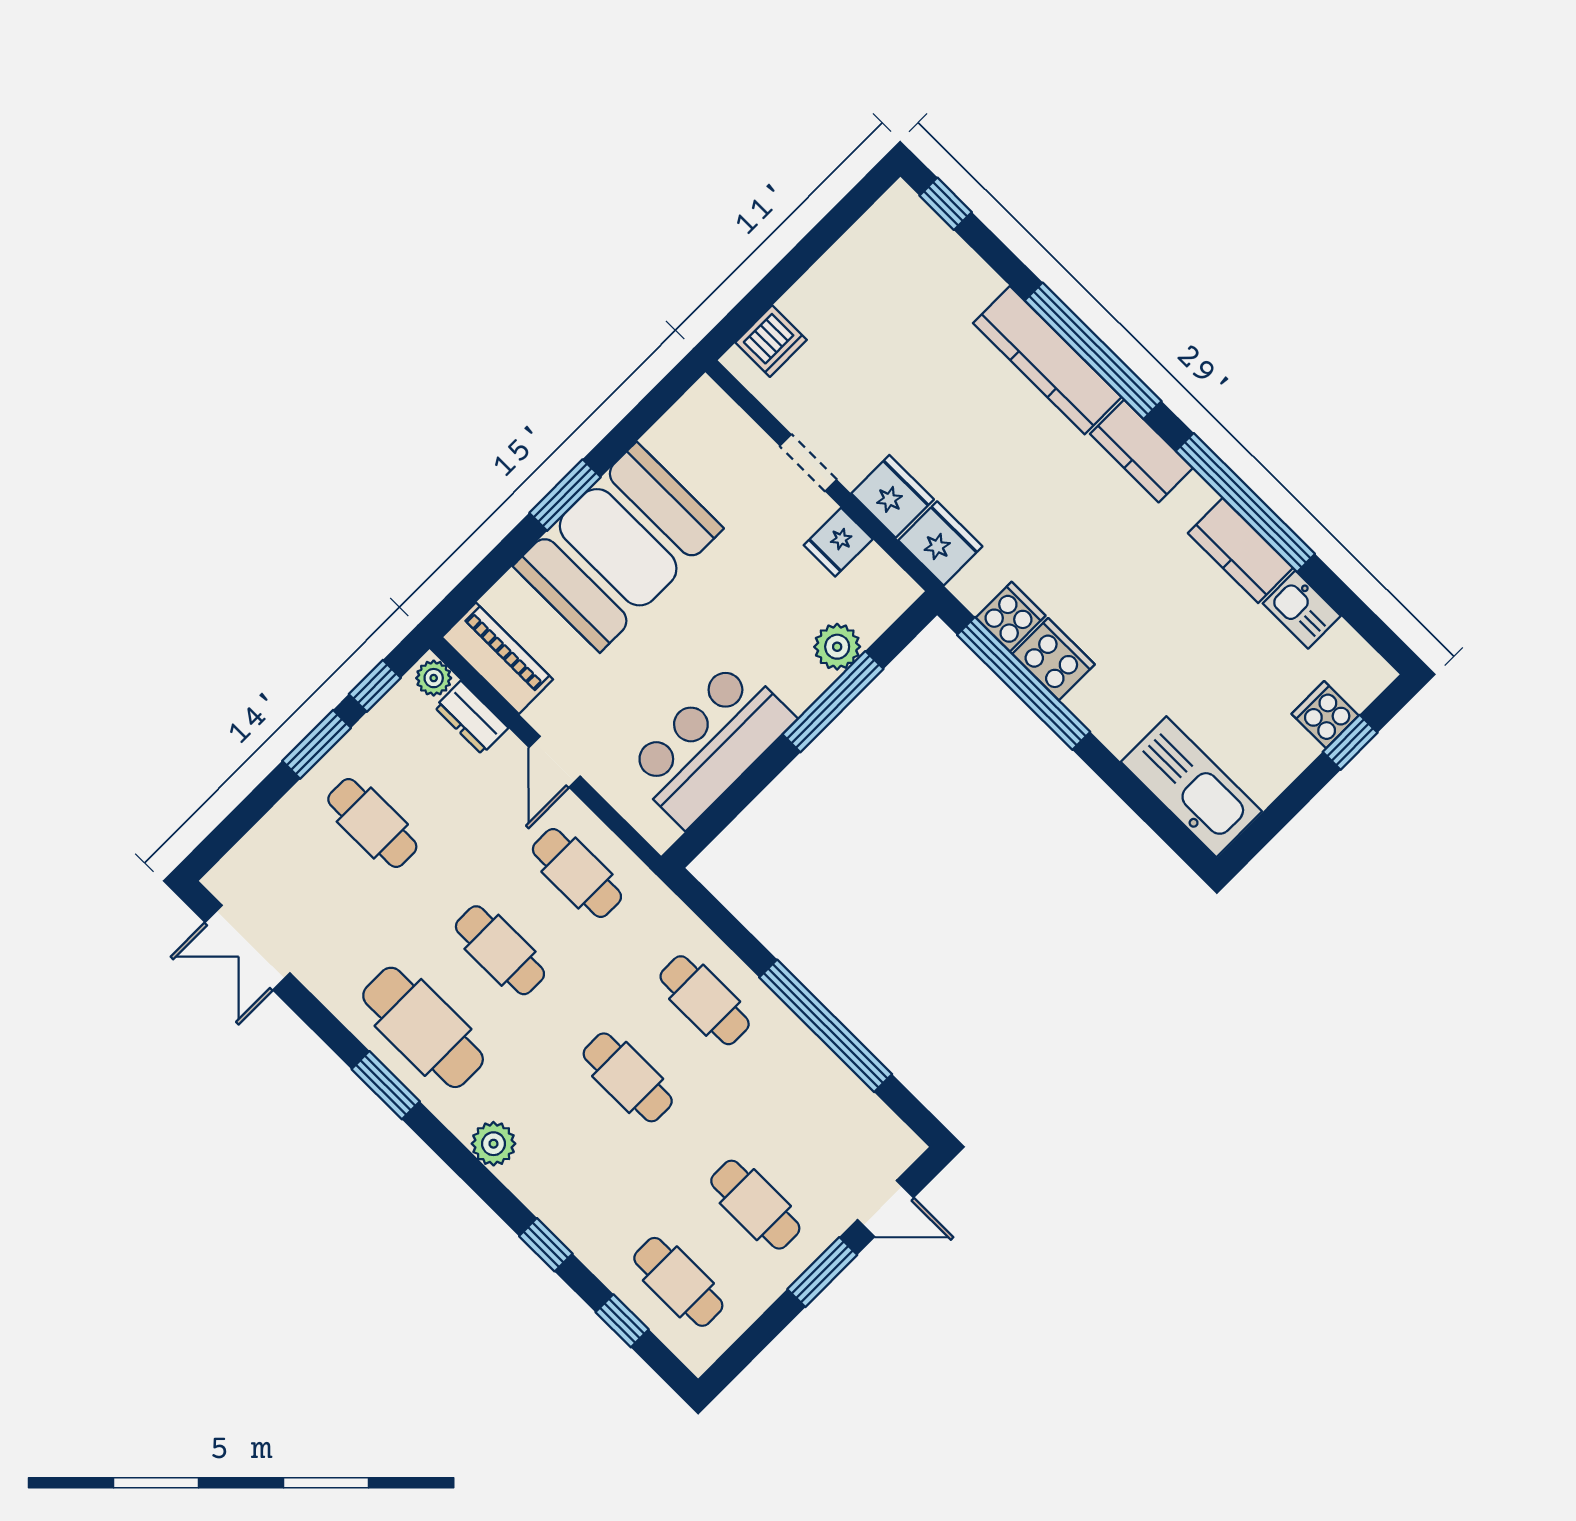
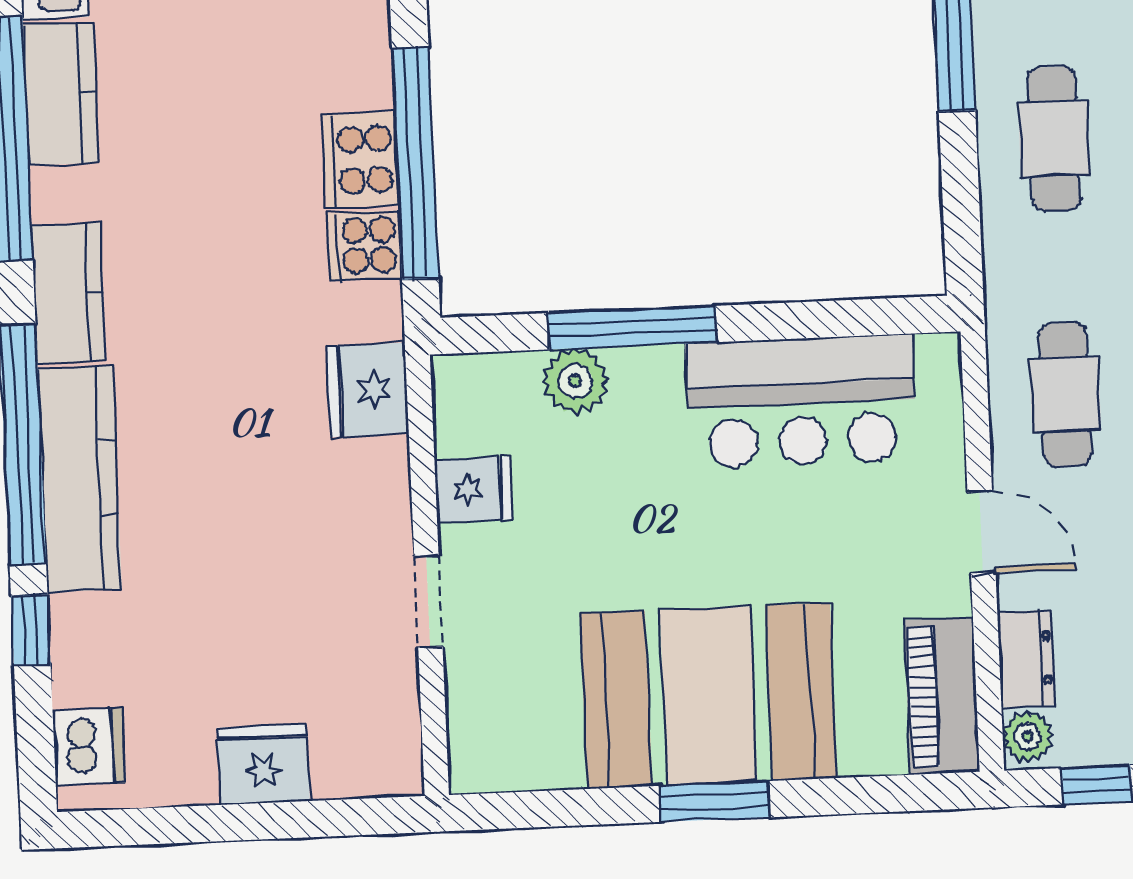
window: (946, 204) -> (31, 630), moved
dishwasher: (771, 341) -> (89, 747), moved, turned 90
fridge: (893, 496) -> (263, 764), moved, turned 90
door: (555, 762) -> (981, 532), hinge flipped

